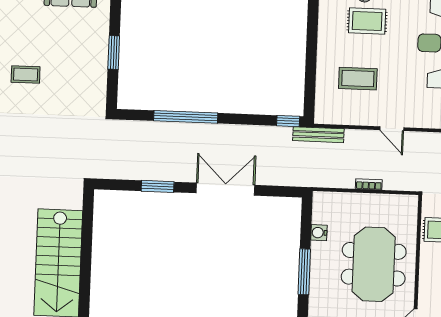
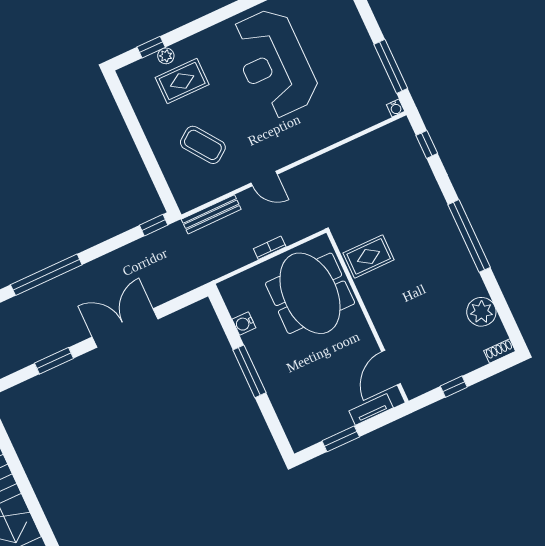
coffee table: (358, 79) -> (203, 145), turned 54
bench: (318, 135) -> (211, 214), moved
meeting table: (374, 264) -> (310, 293), moved

